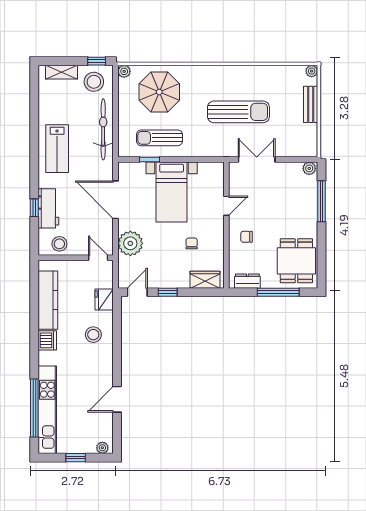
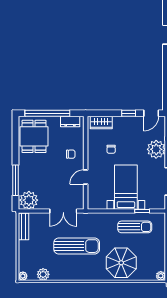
plant: (284, 73) -> (43, 274), added
parasol: (159, 92) -> (121, 263), moved
bench: (311, 104) -> (23, 227), moved
sun lounger: (238, 112) -> (77, 246), turned 180
plant: (309, 168) -> (29, 200), width x1.88, depth x1.88
window: (278, 292) -> (47, 113), width x1.46

